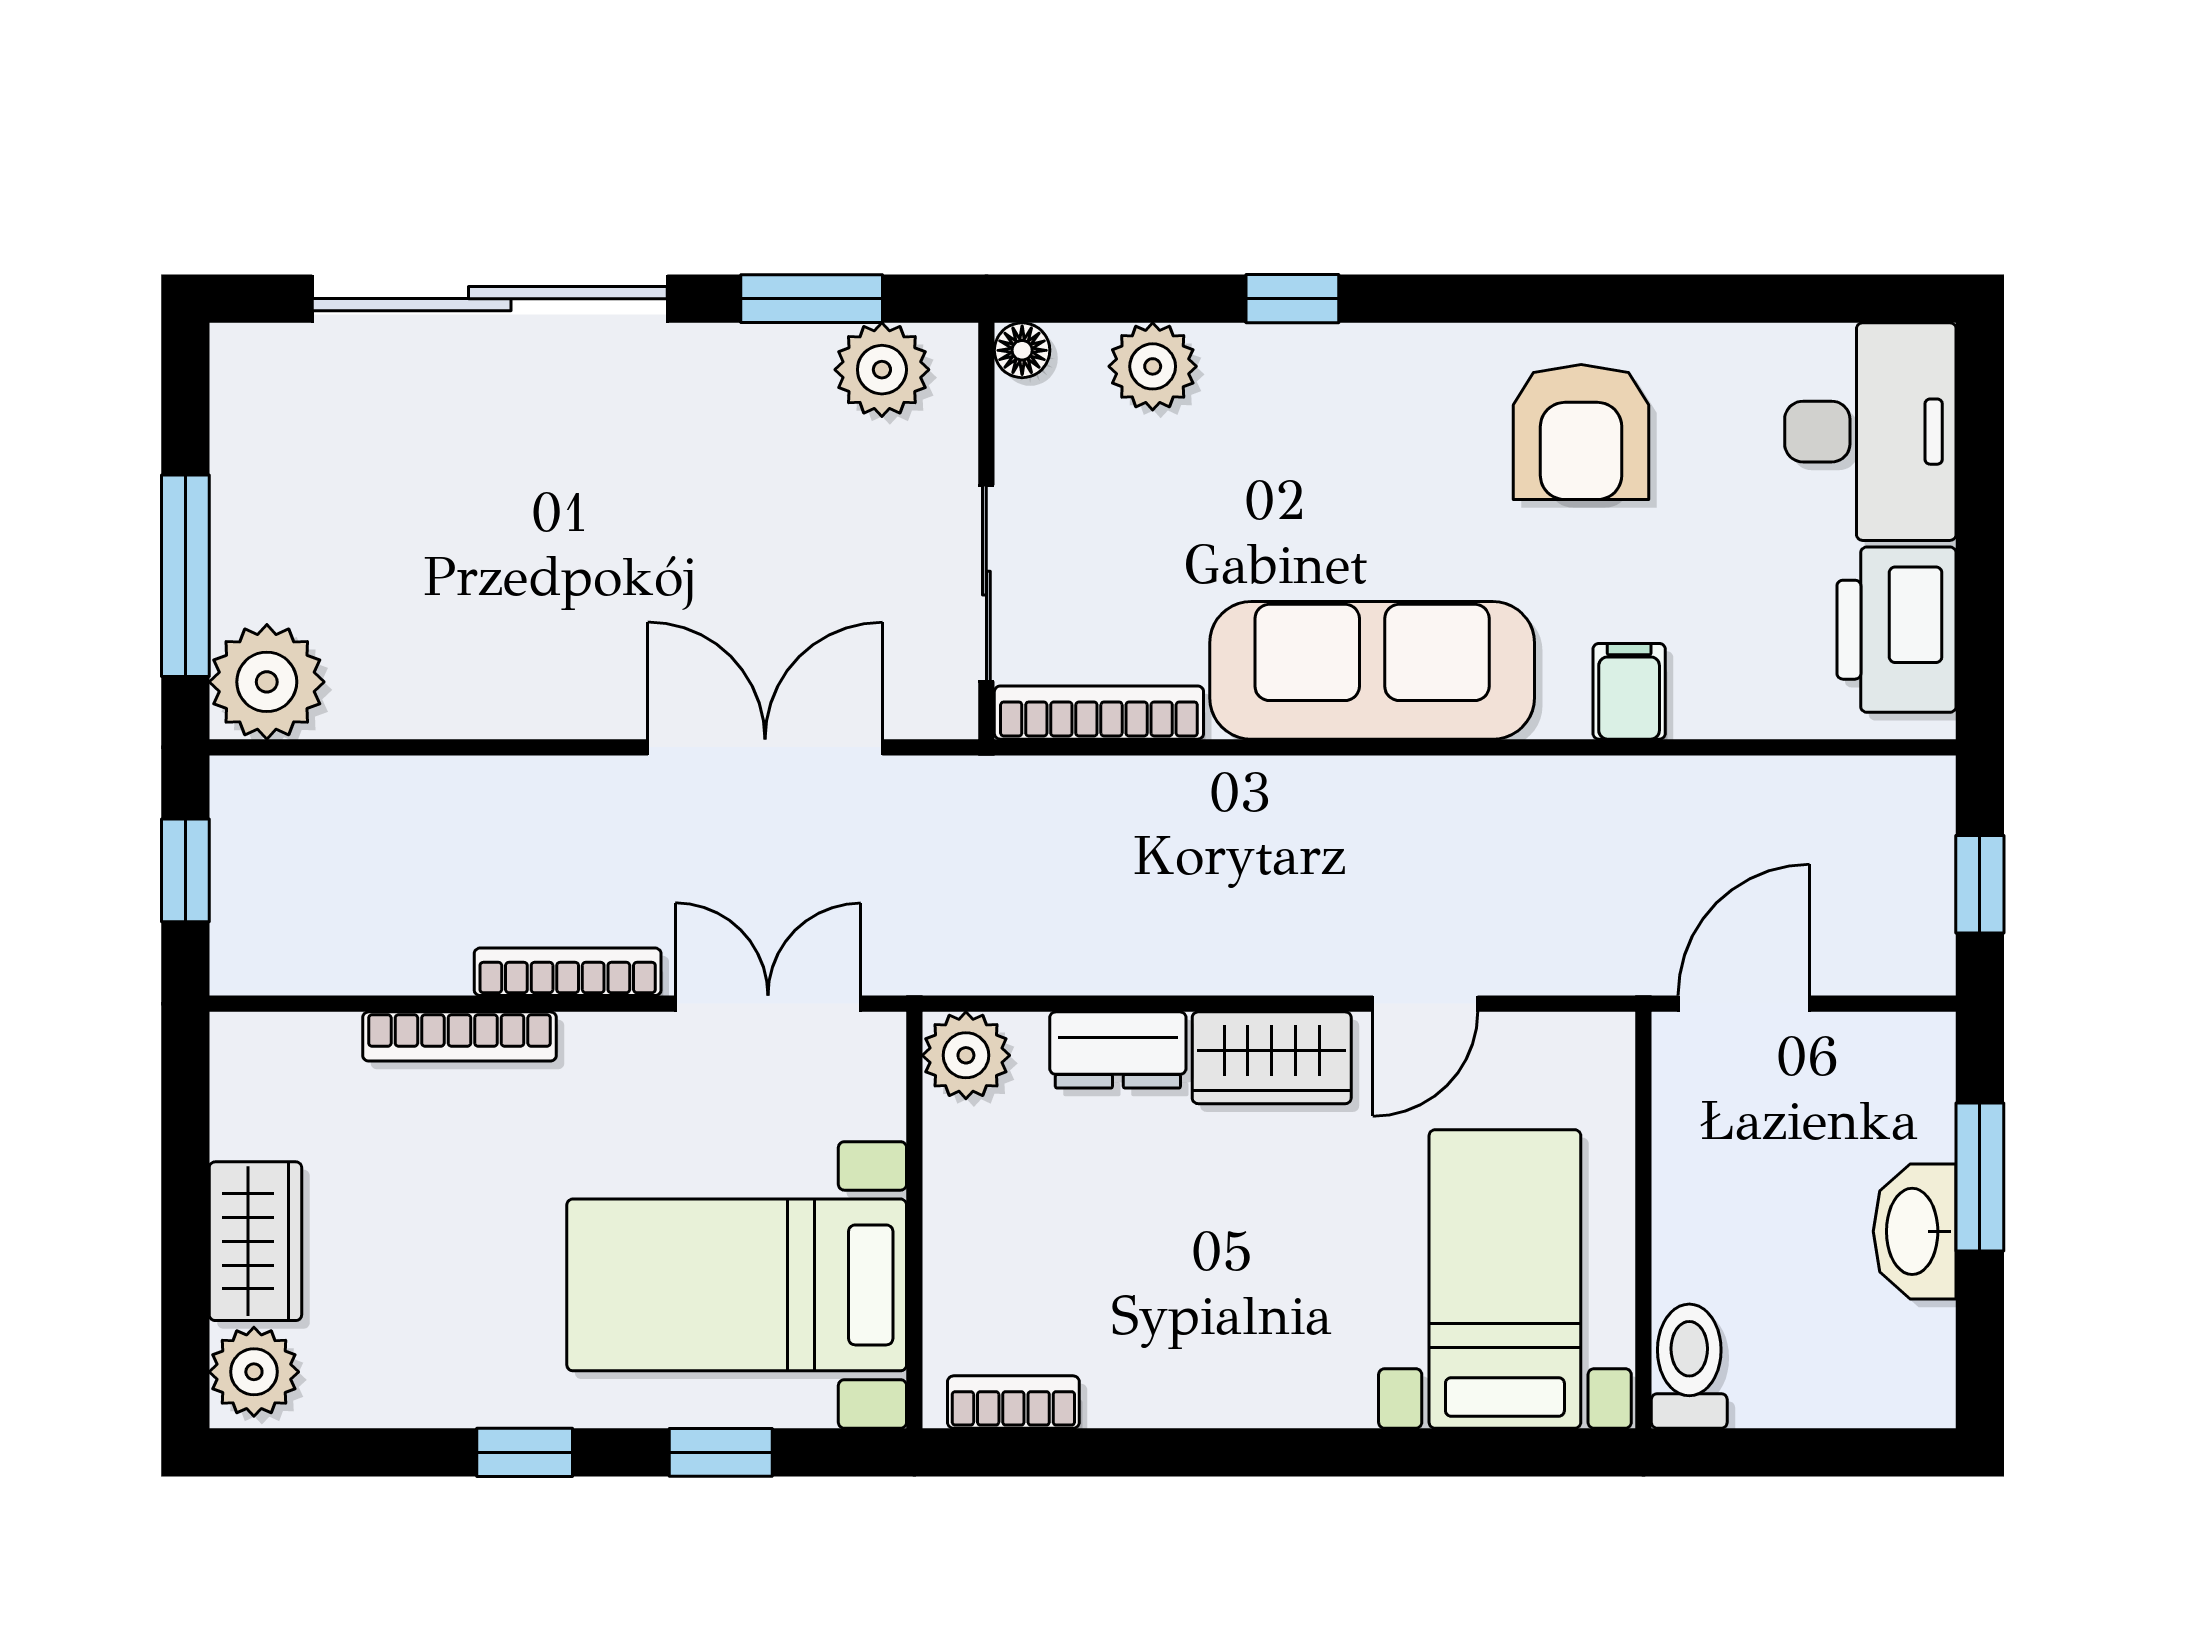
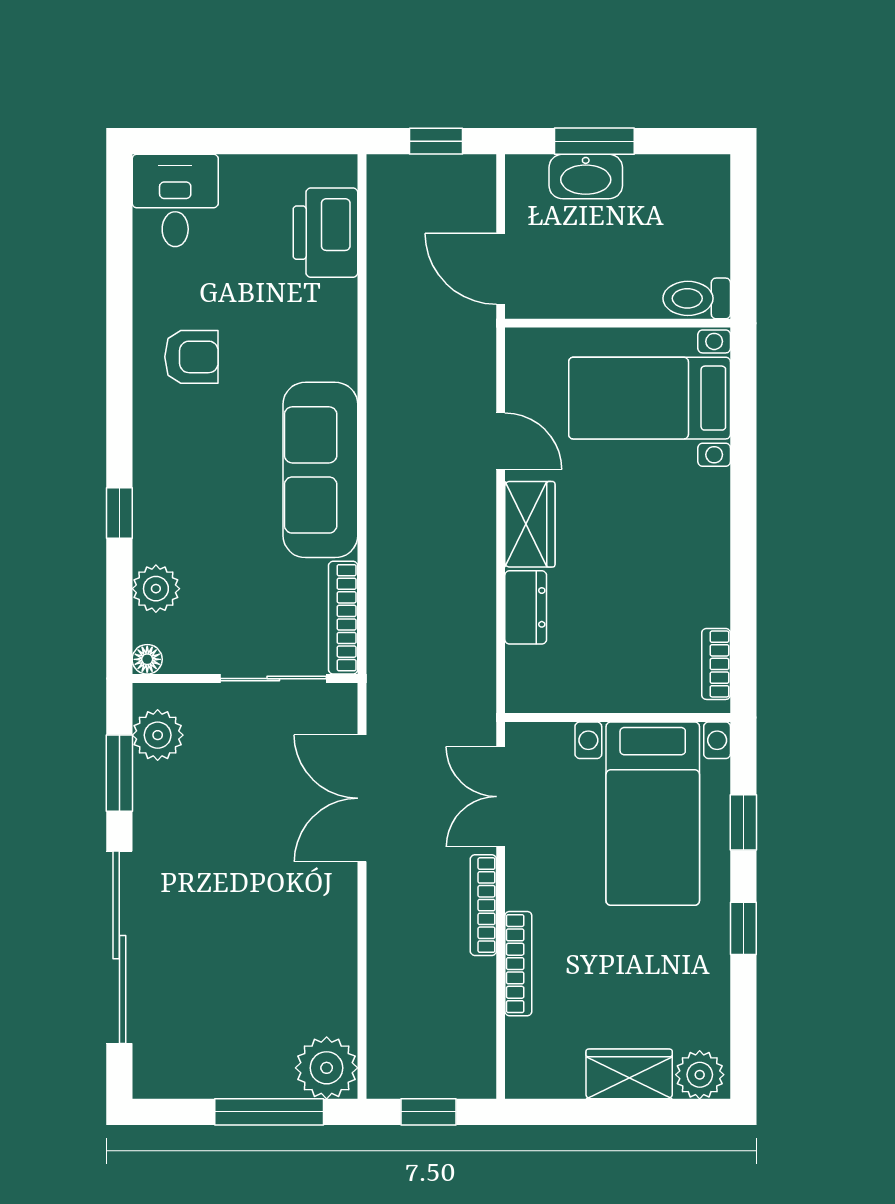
armchair: (1581, 432) -> (191, 357), width x0.72, depth x0.72
desk: (1870, 432) -> (175, 200), width x0.73
printer: (1896, 630) -> (325, 233), moved, turned 90
filing cabinet: (1629, 691) -> (332, 331), removed
plant: (966, 1055) -> (529, 690), removed
washbasin: (1915, 1231) -> (586, 176), moved

